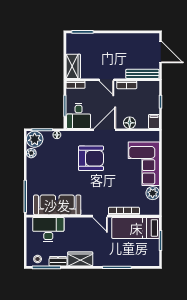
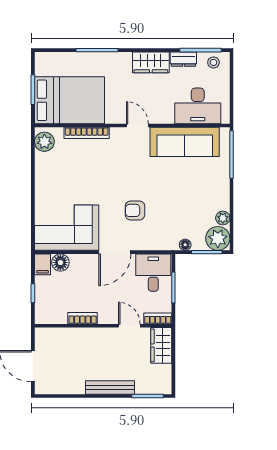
bench: (142, 74) -> (110, 387), moved
door: (106, 80) -> (129, 326), moved
floor lamp: (130, 123) -> (60, 263), moved
armchair: (91, 158) -> (135, 210), width x0.53, depth x0.53
corner sofa: (144, 164) -> (67, 228), moved, turned -90
plant: (153, 193) -> (44, 142), moved
door: (100, 216) -> (137, 125), moved
bed: (136, 228) -> (69, 100), width x1.50

